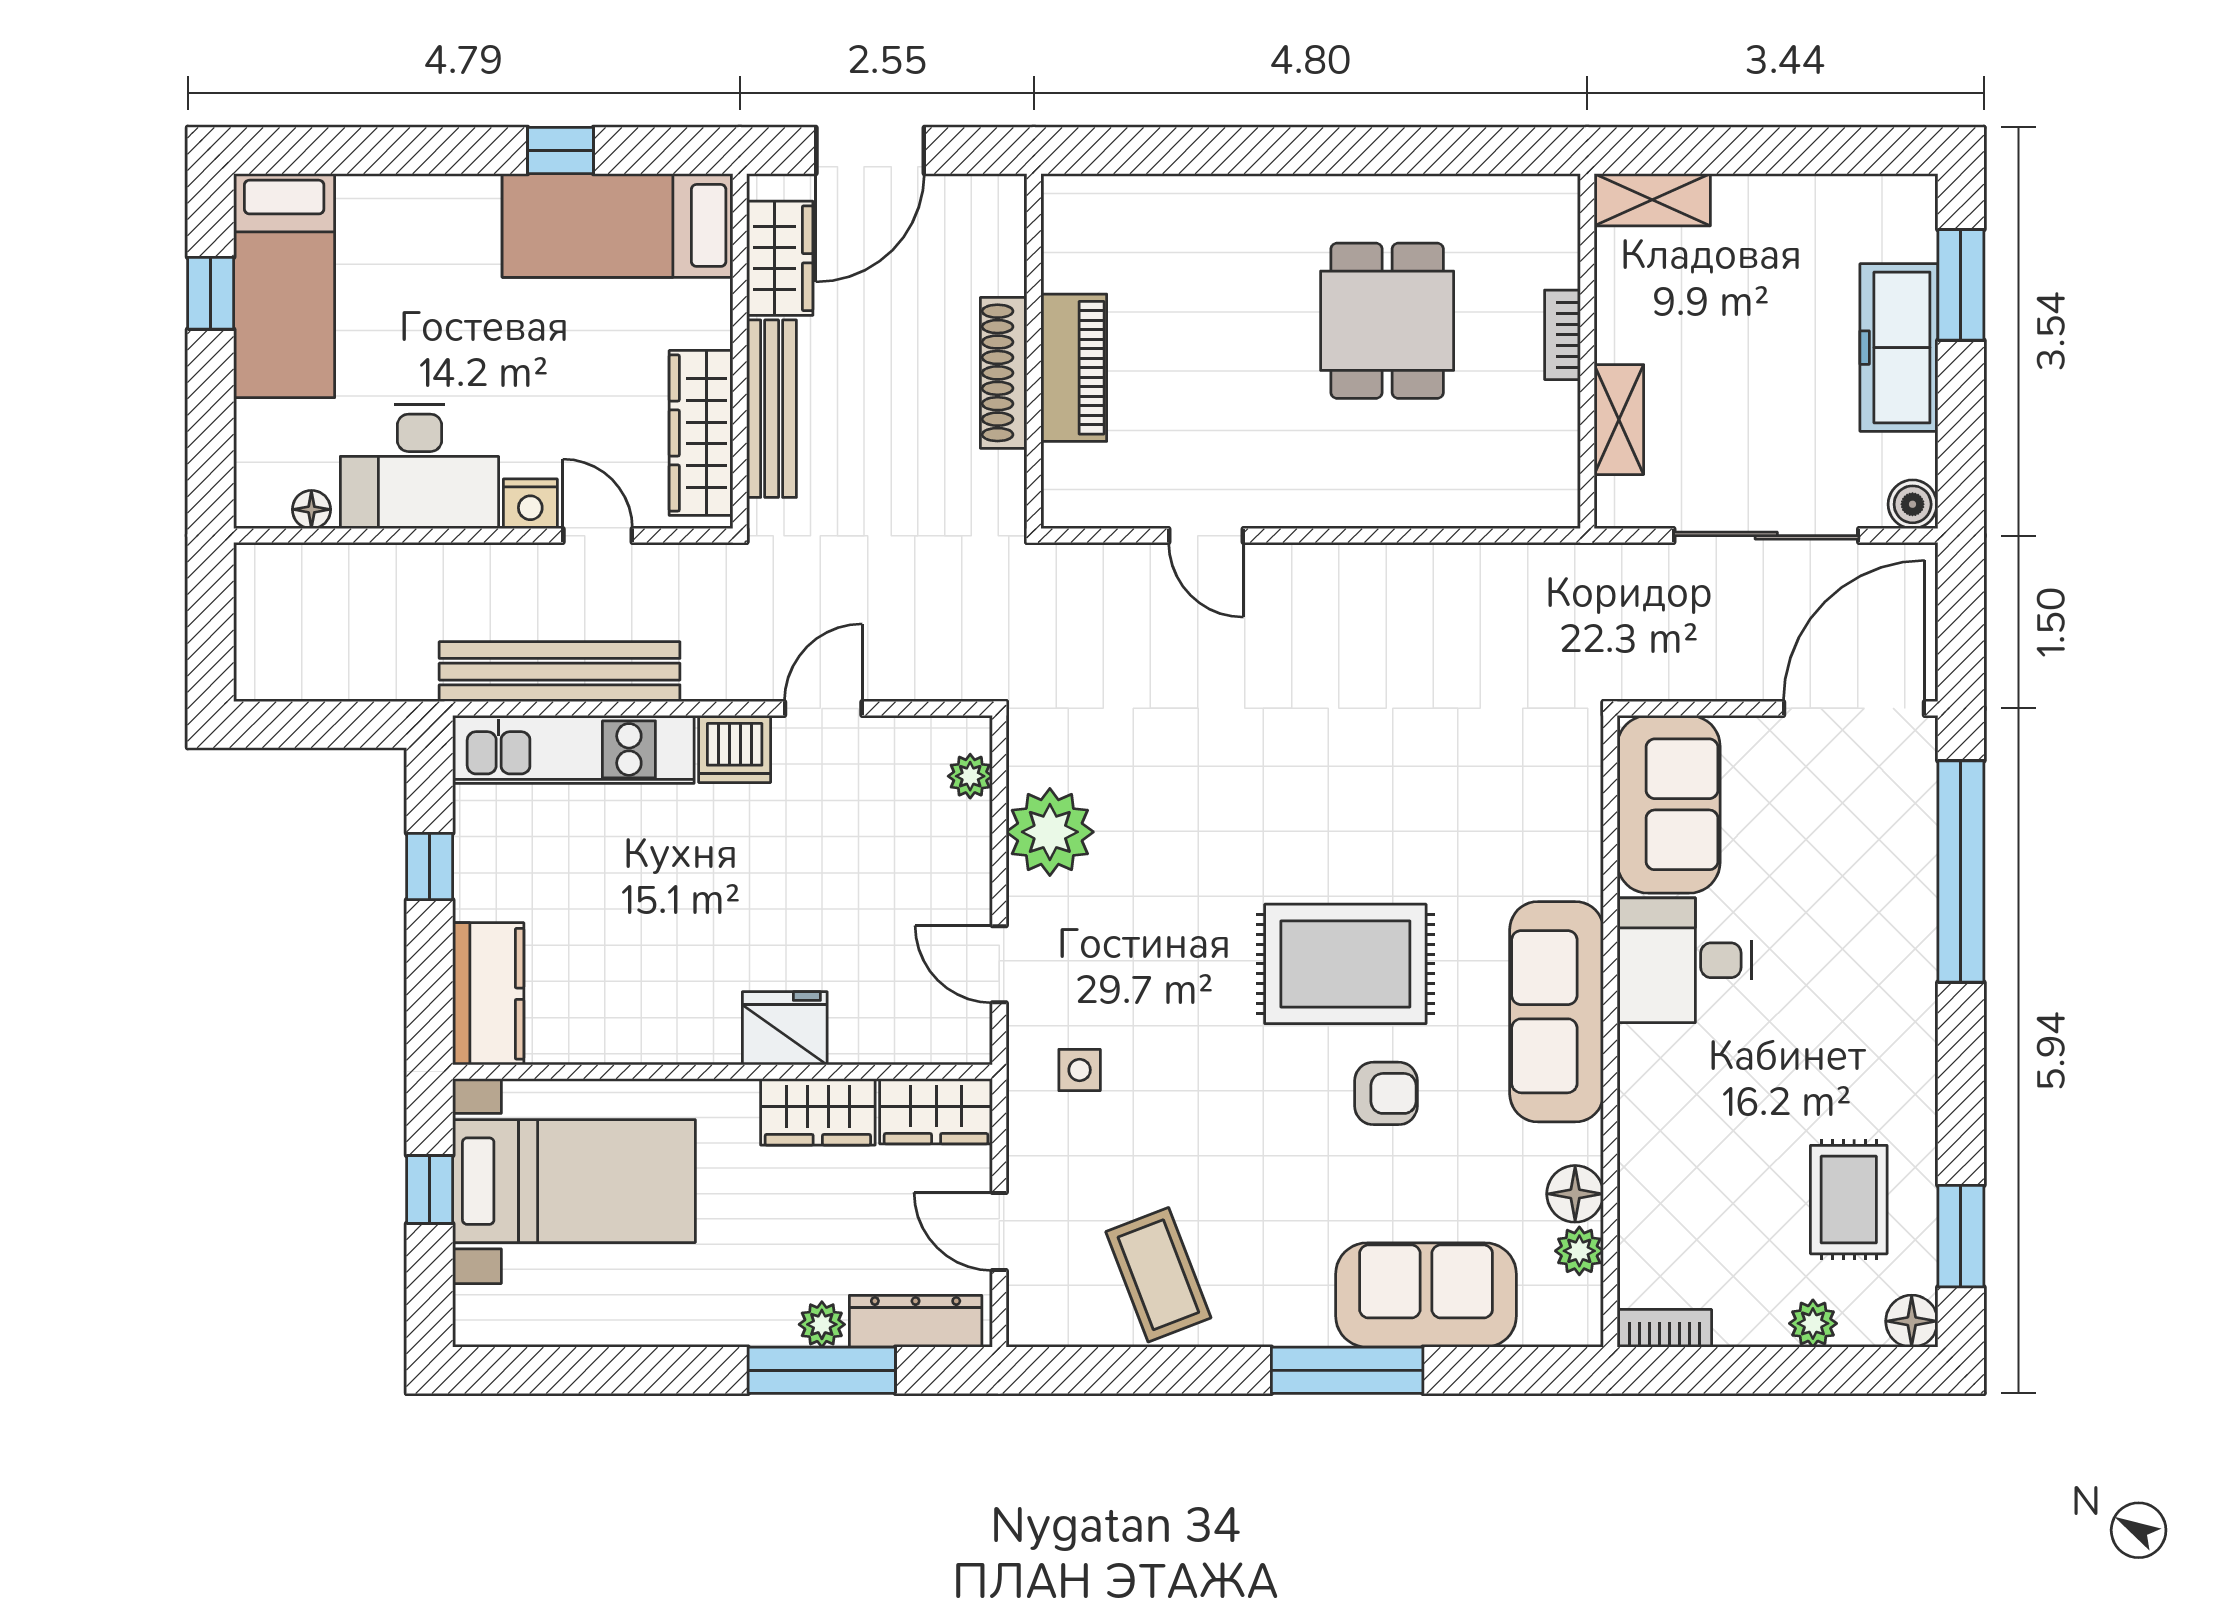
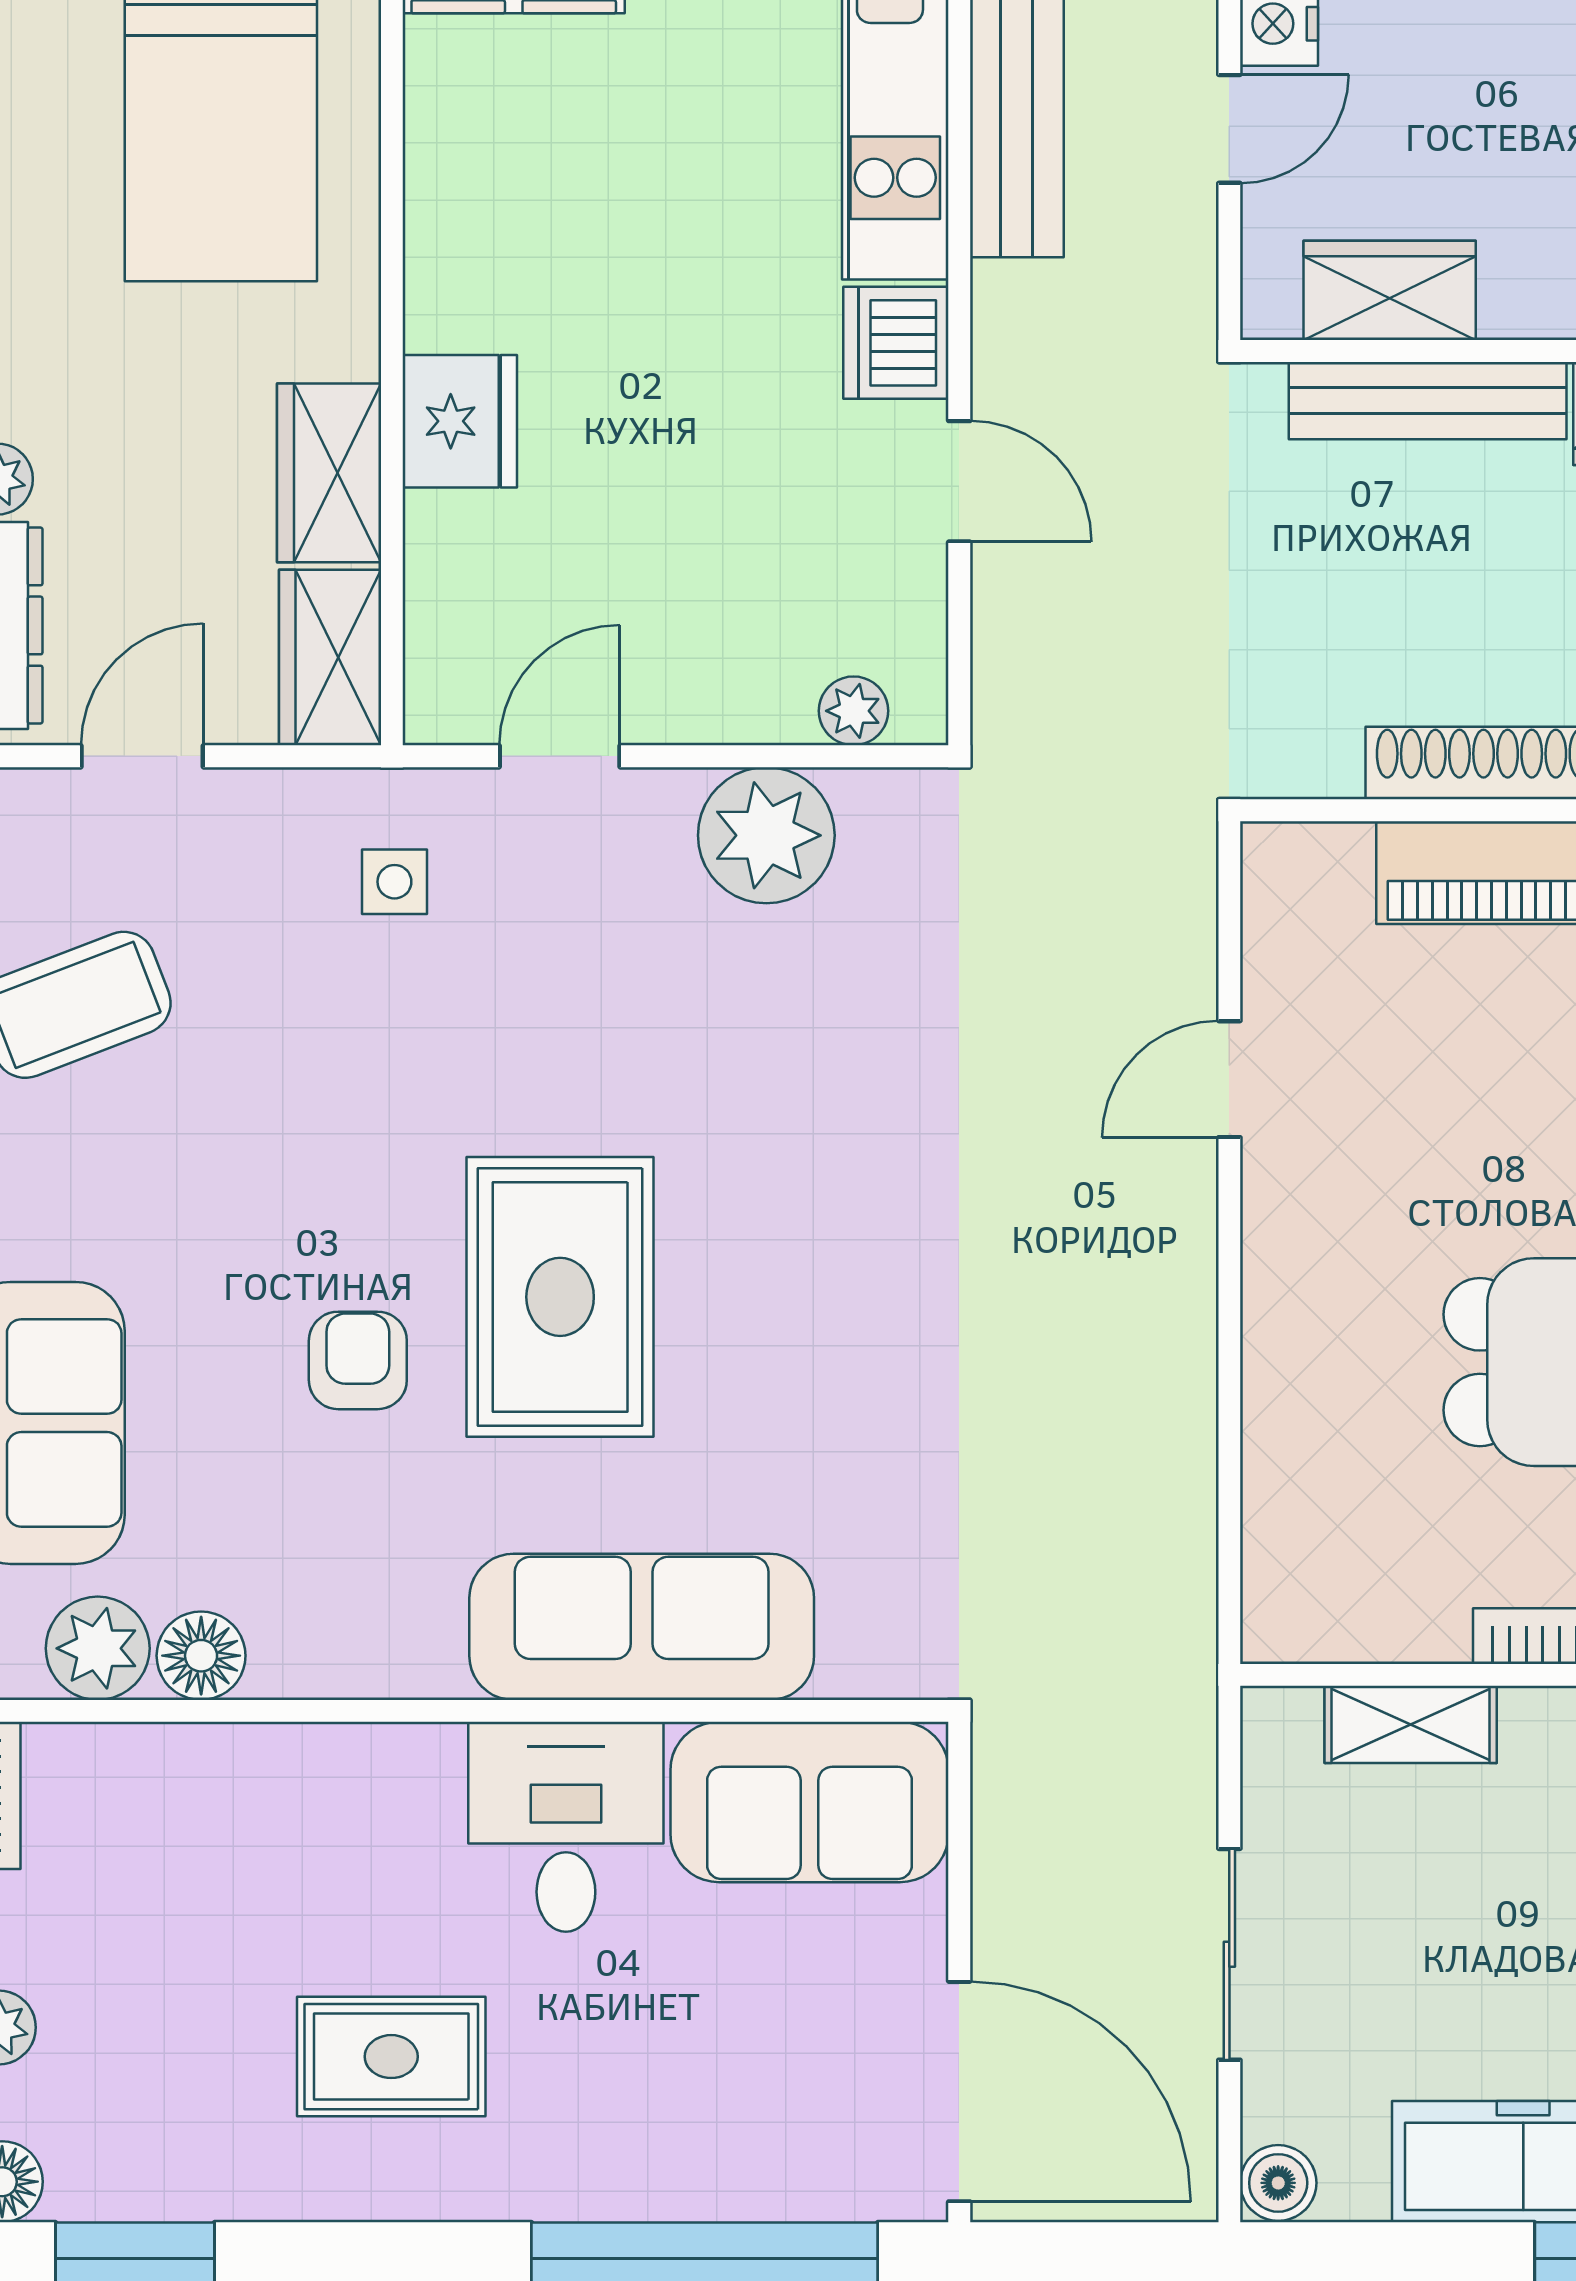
wardrobe: (701, 433) -> (1390, 290), width x0.67
sliding door: (1766, 536) -> (1229, 1954), width x0.73
sofa: (1557, 1012) -> (642, 1627), moved
armchair: (1386, 1093) -> (358, 1360), turned 180
rug: (1849, 1200) -> (391, 2057), moved
plant: (1579, 1251) -> (98, 1648), width x1.38, depth x1.38

